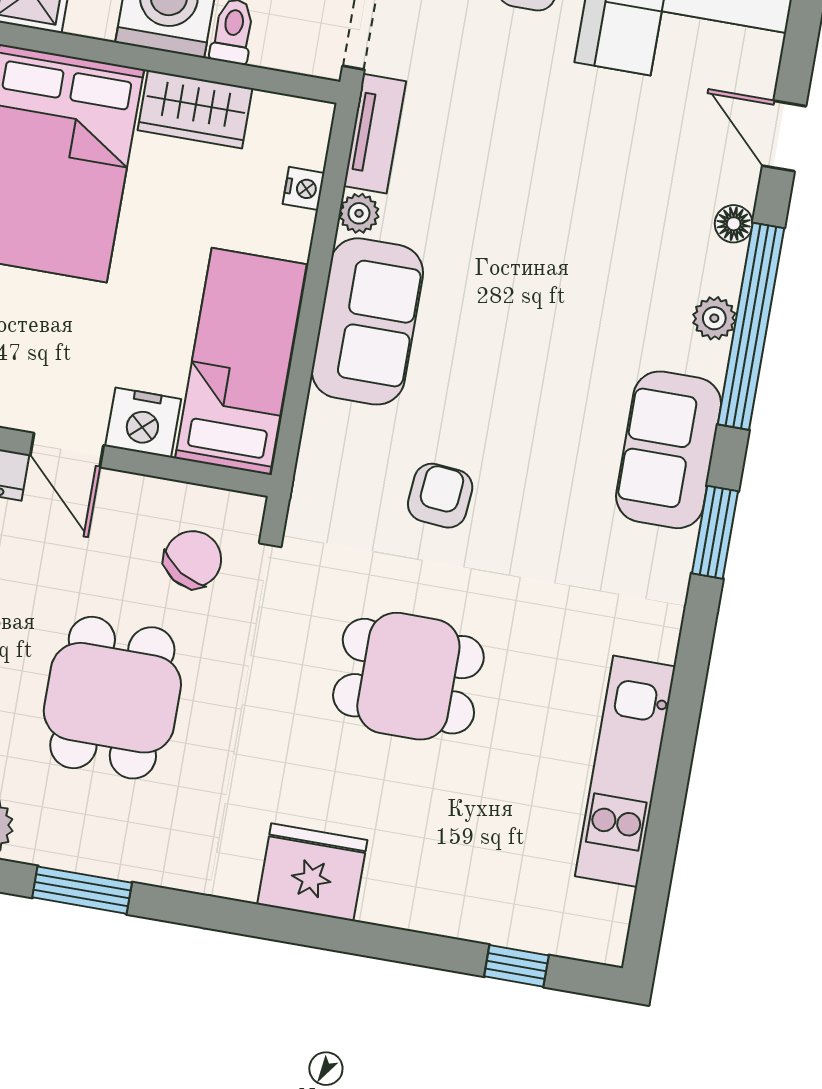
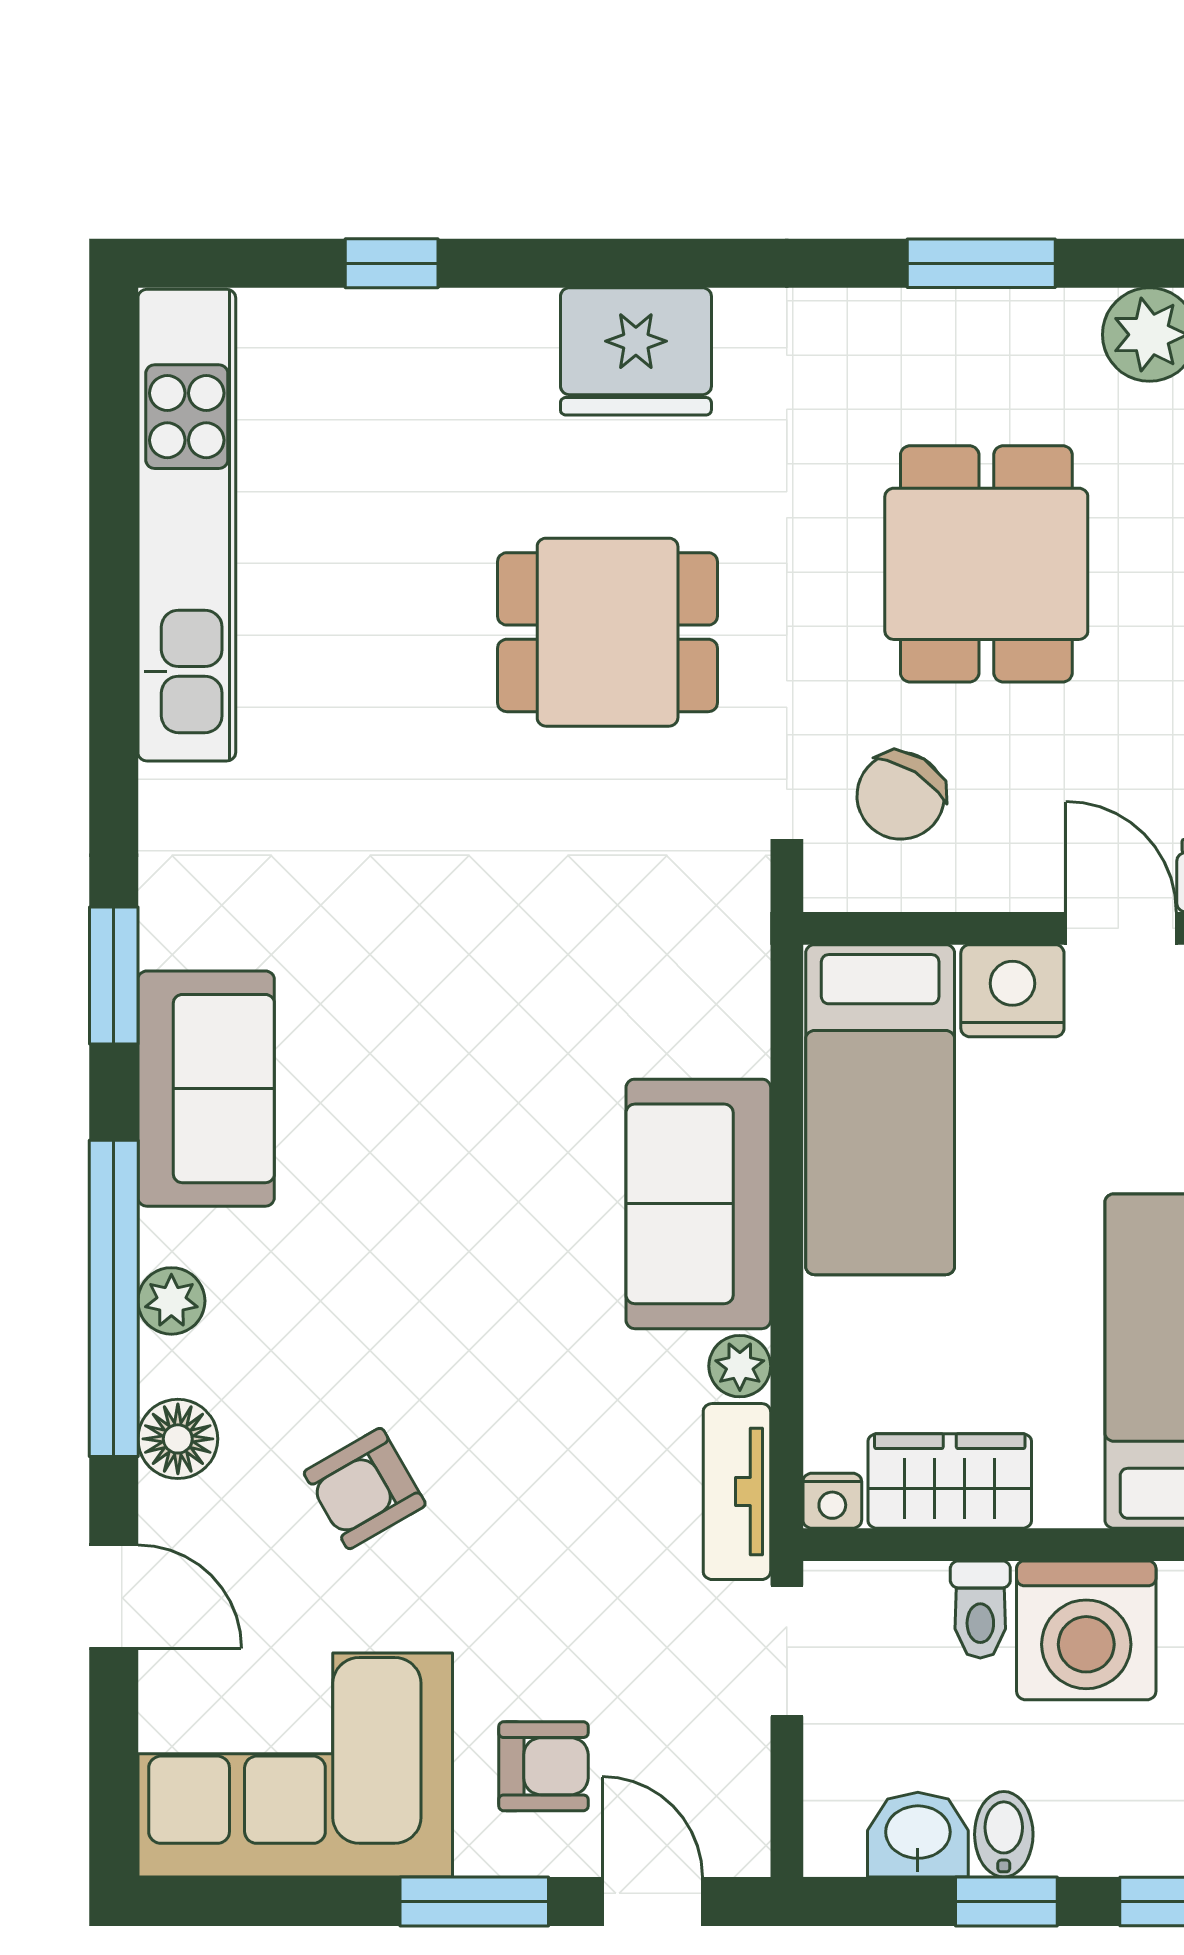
wardrobe: (195, 109) -> (950, 1481), moved
nightstand: (304, 188) -> (832, 1501), moved, turned -90
floor lamp: (734, 224) -> (178, 1439), width x1.37, depth x1.37
armchair: (440, 496) -> (365, 1489), moved, turned 55
dining table: (408, 676) -> (608, 632), moved
kitchen unit: (625, 771) -> (187, 525), width x1.36
window: (516, 966) -> (392, 263), moved

